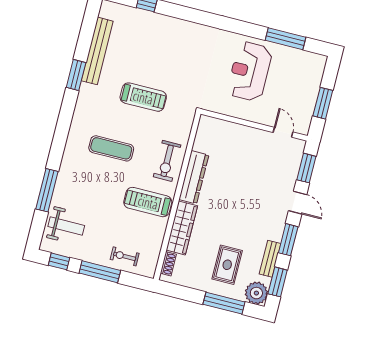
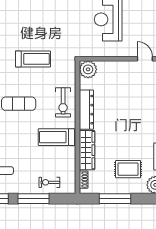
plant: (209, 128) -> (88, 69), added
rug: (227, 265) -> (128, 169), turned 90
window: (224, 303) -> (115, 199), moved

